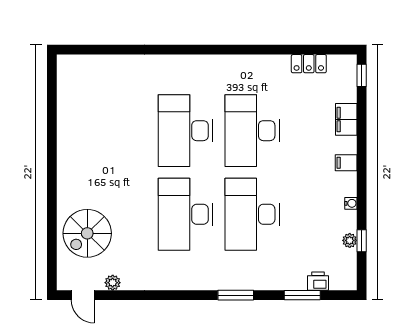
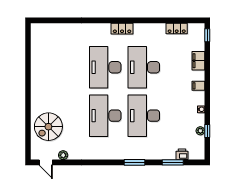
locker: (214, 64) -> (122, 29), added

